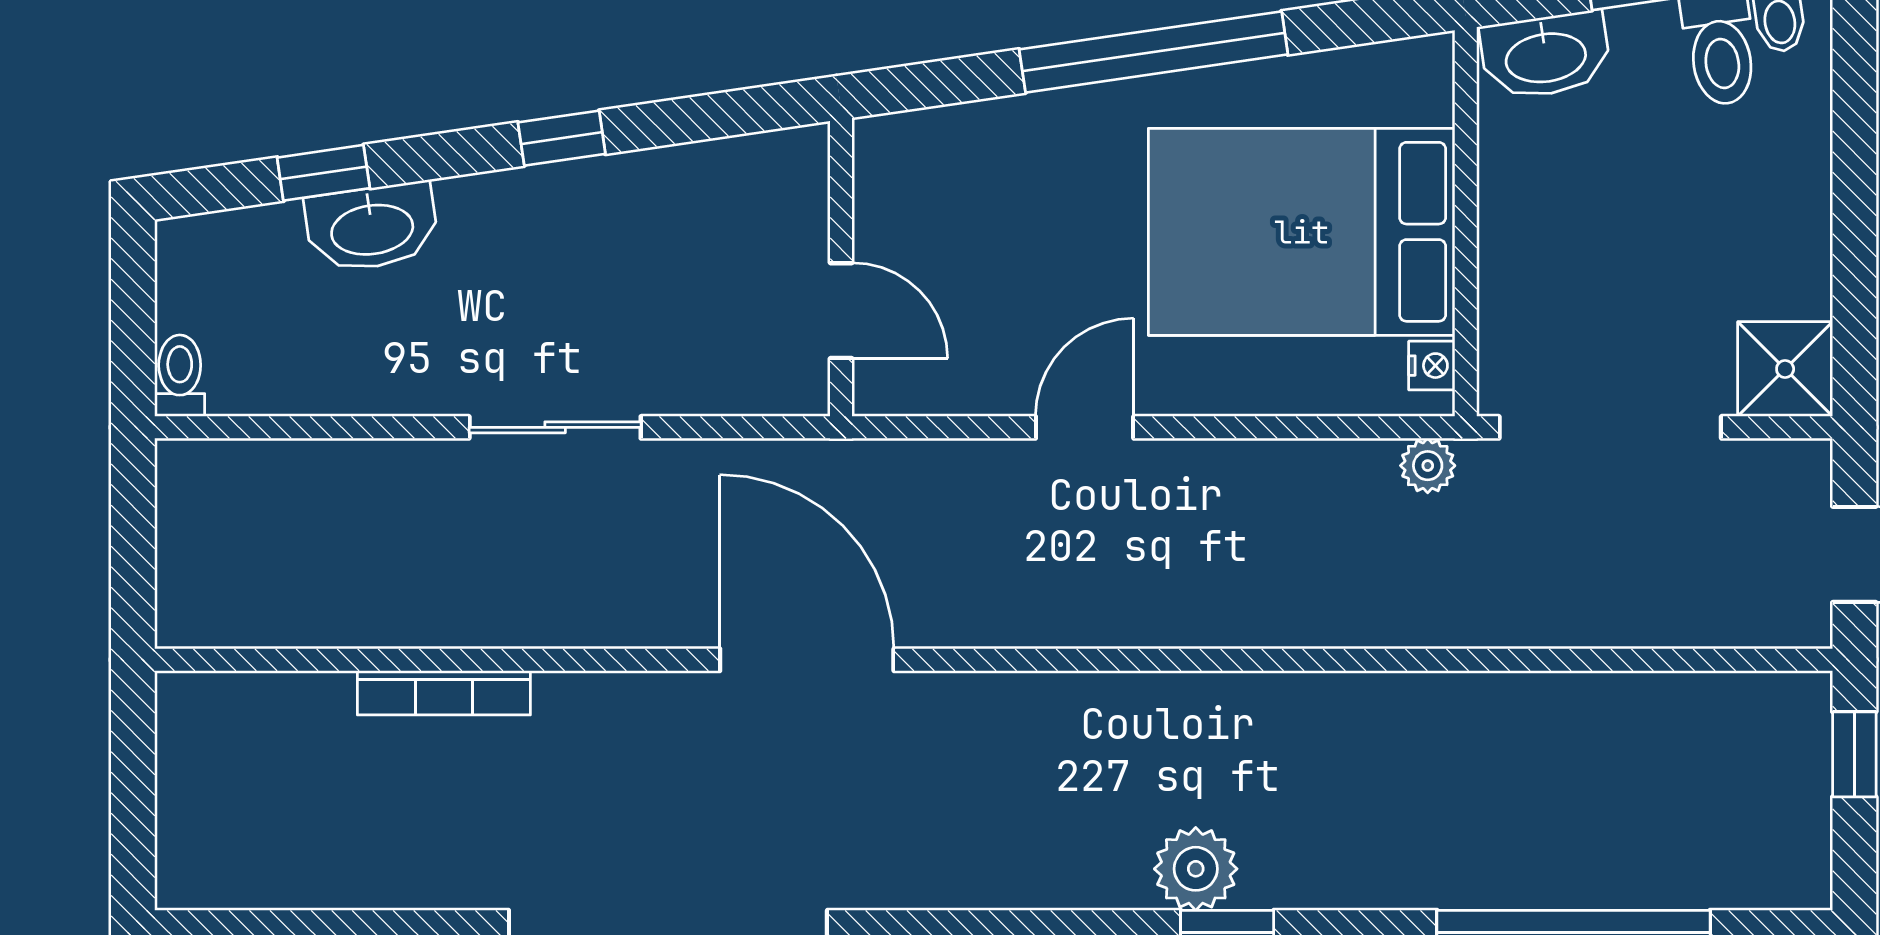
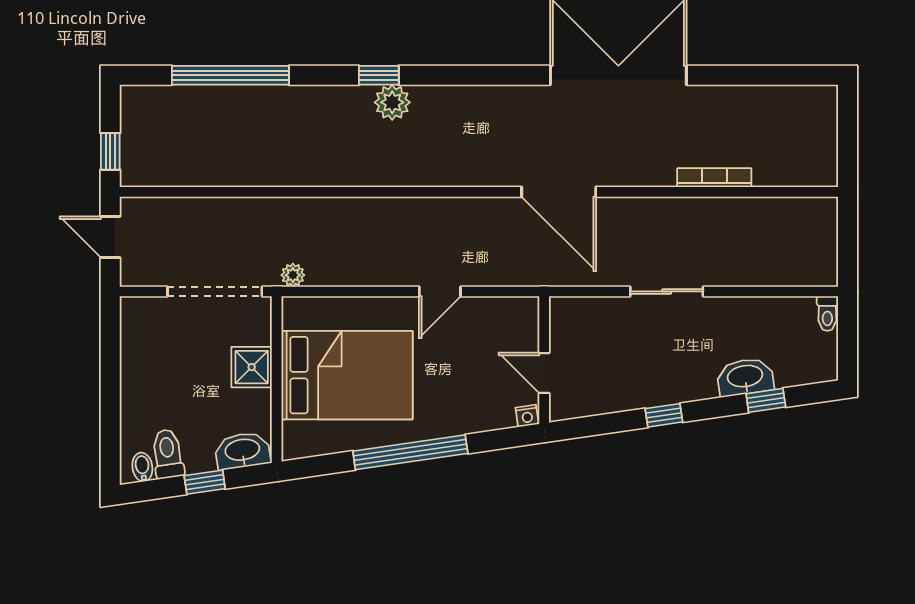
door: (841, 311) -> (544, 373), moved
nightstand: (1432, 366) -> (527, 416), moved, turned -98
shower: (1785, 369) -> (252, 367), moved

